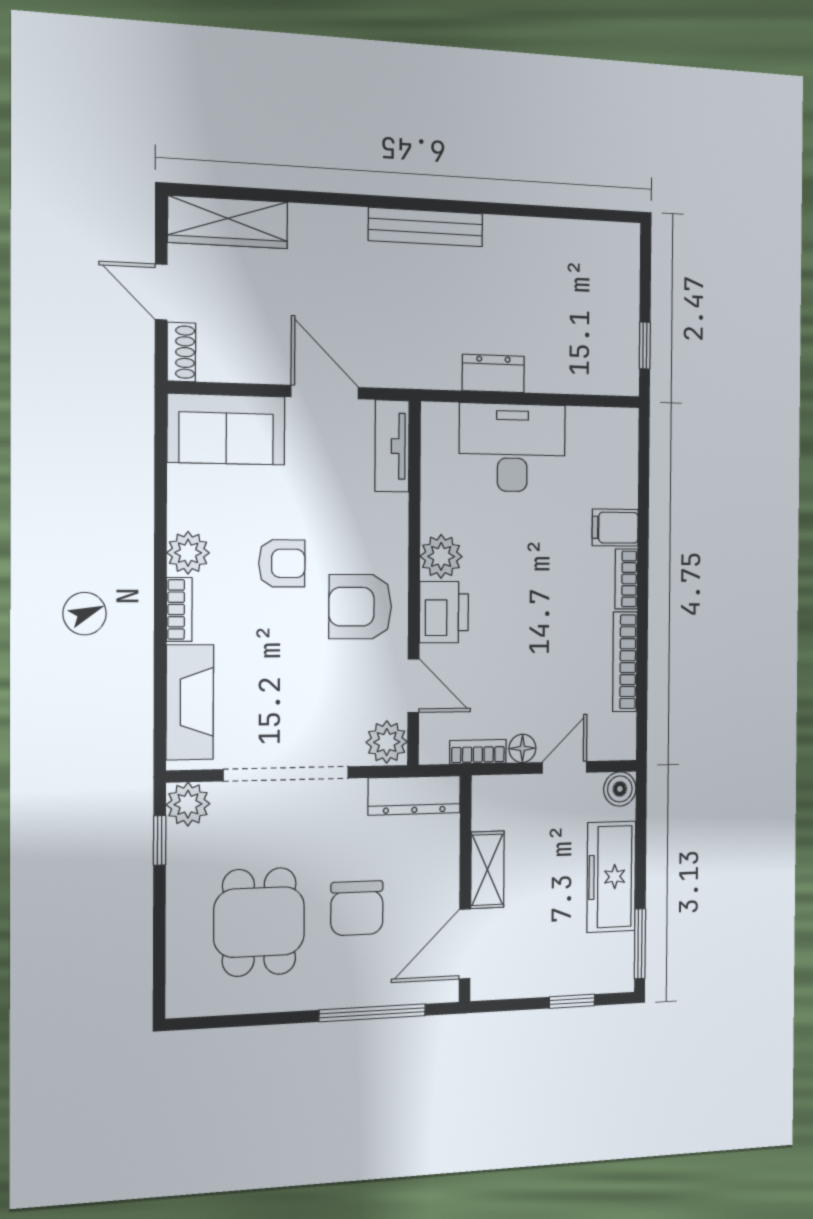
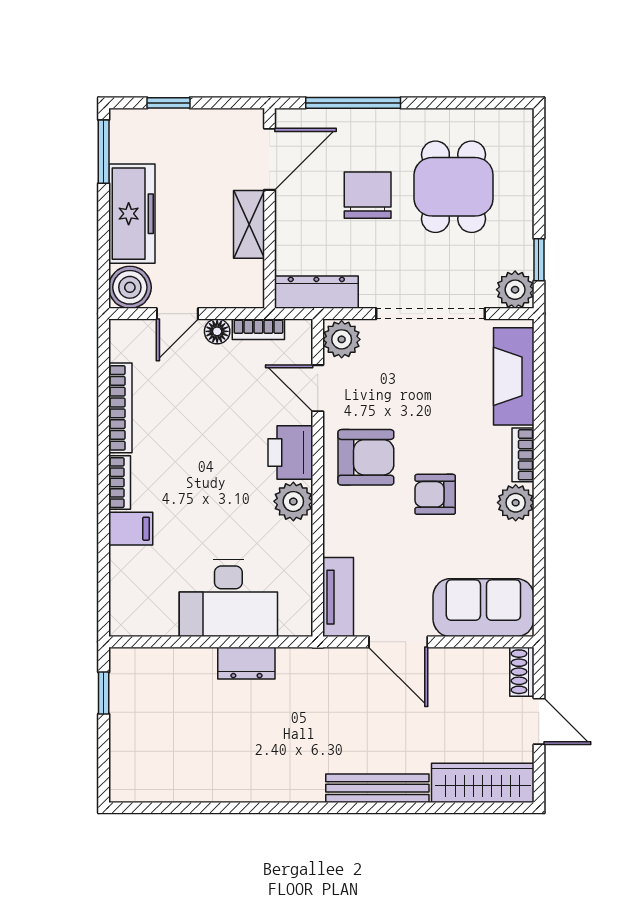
bench: (426, 227) -> (377, 788), moved
boiler: (620, 789) -> (130, 287), width x1.36, depth x1.36

